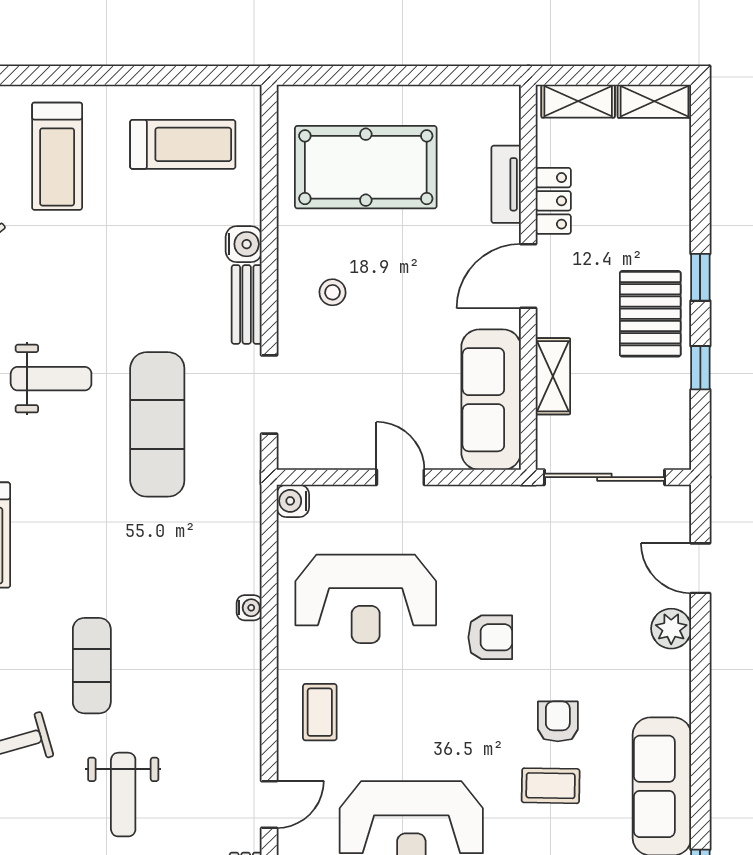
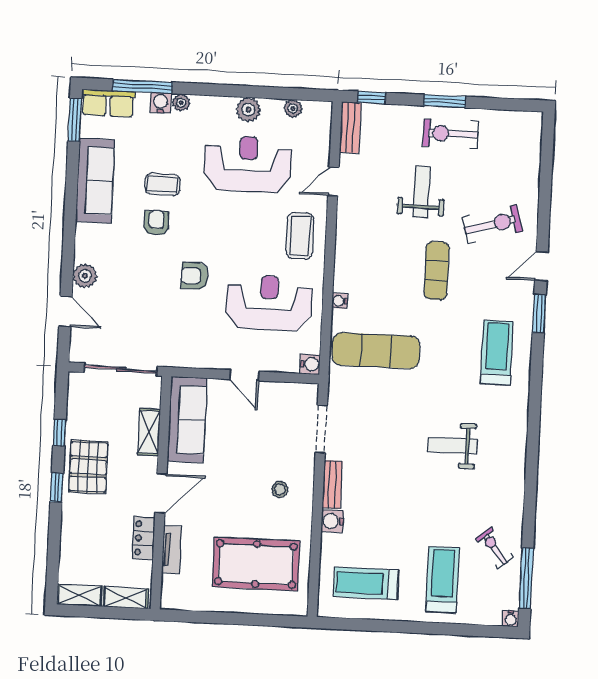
exercise mat: (157, 424) -> (376, 351), moved, turned 90
coffee table: (320, 712) -> (300, 236), width x1.36, depth x1.30
armchair: (558, 721) -> (156, 223), turned 180

